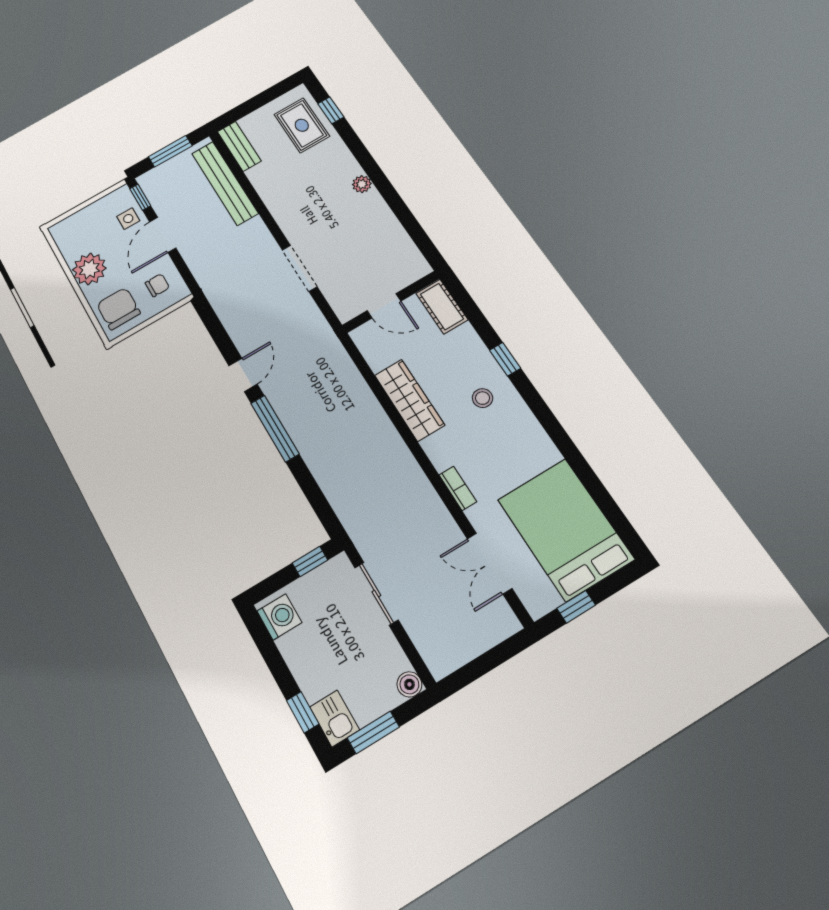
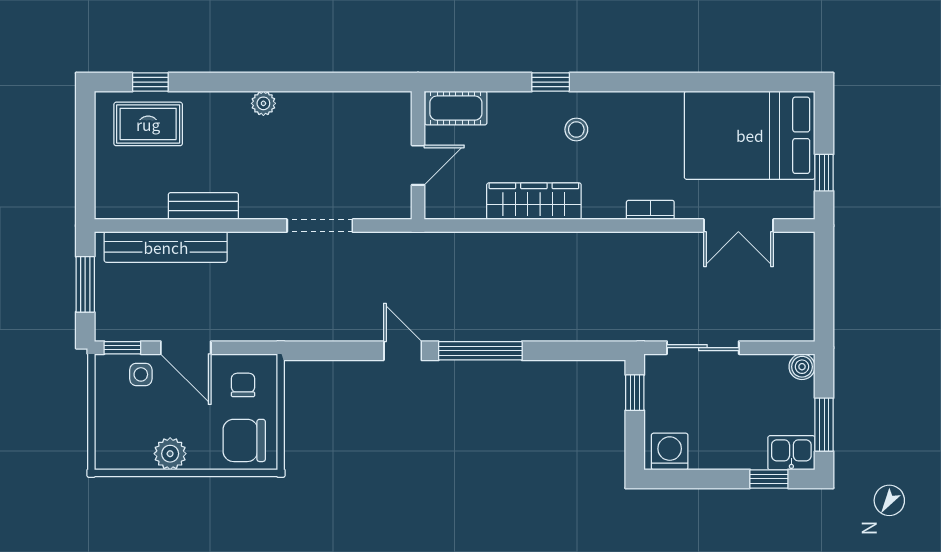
bench: (239, 146) -> (203, 206), moved
plant: (89, 269) -> (170, 454), width x0.73, depth x0.73

